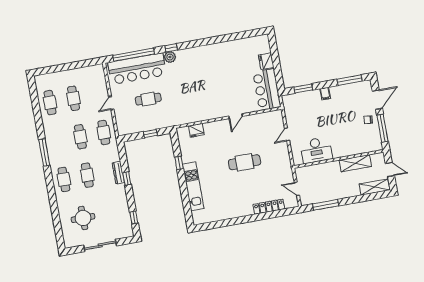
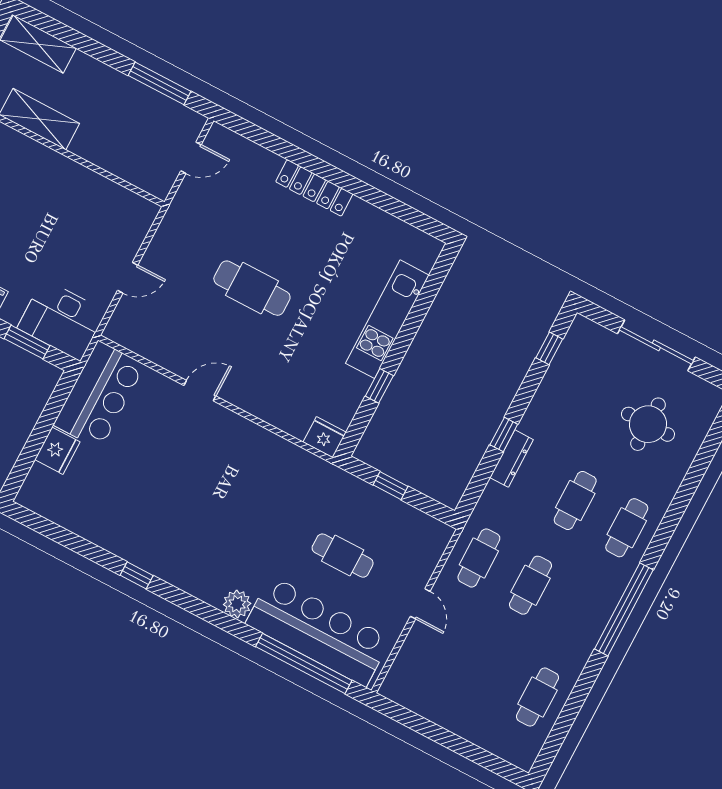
window: (171, 48) -> (137, 575), moved
cafe table: (73, 98) -> (486, 670), removed
door: (111, 103) -> (420, 604), hinge flipped
fridge: (196, 130) -> (325, 437), moved
desk: (316, 150) -> (62, 320), moved, turned 180
window: (44, 152) -> (624, 609), width x1.46
door: (297, 189) -> (191, 158), hinge flipped
locker: (269, 207) -> (314, 188), moved

